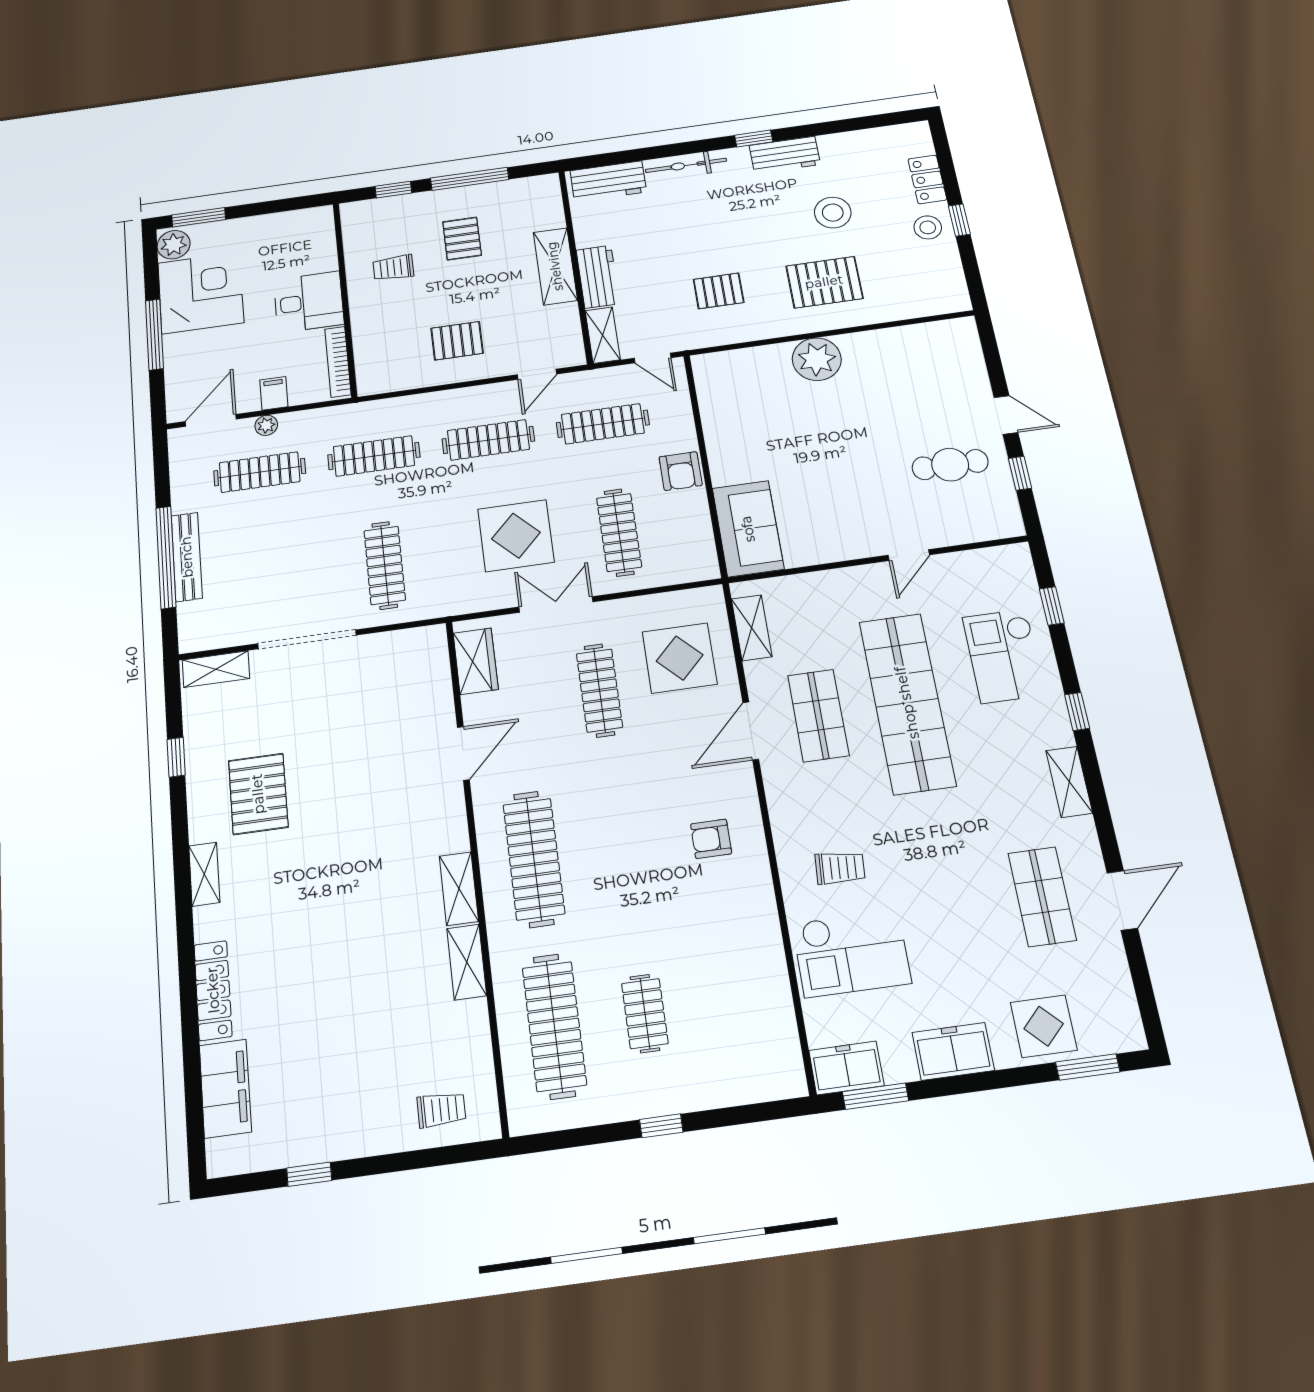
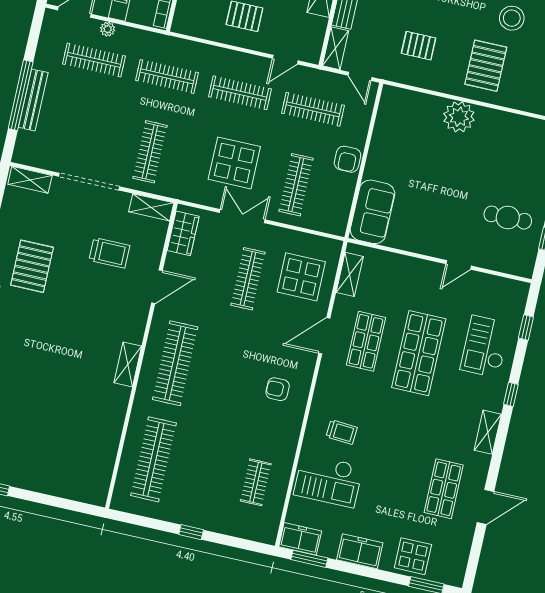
pallet: (824, 282) -> (486, 66), turned 90
shop shelf: (907, 703) -> (419, 353), width x0.71
shelving: (467, 962) -> (151, 207), moved, turned 90
clothes rail: (645, 1013) -> (256, 482), moved
trolley: (441, 1110) -> (109, 253), moved, width x1.36, depth x1.39

